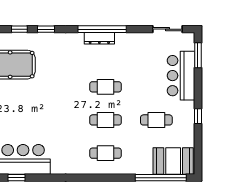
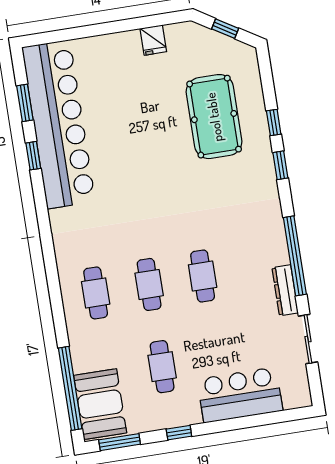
sliding door: (168, 29) -> (308, 339), moved
dresser: (99, 38) -> (285, 290), moved
window: (198, 55) -> (120, 442), moved

